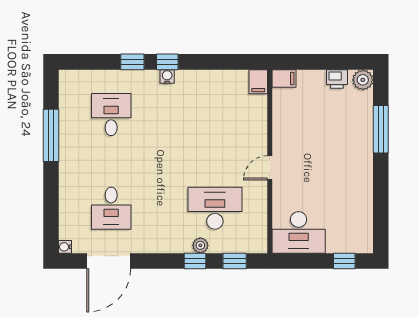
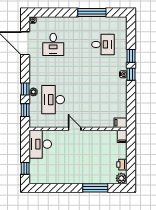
desk: (111, 208) -> (53, 44), turned -90
desk: (215, 208) -> (53, 100), turned 180

